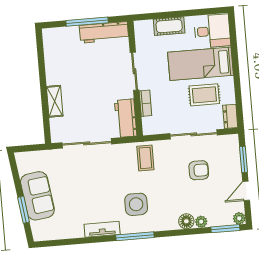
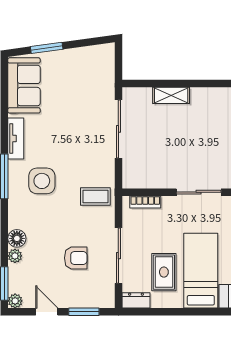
bookcase: (145, 103) -> (145, 202), moved
workbench: (126, 118) -> (144, 177), removed
armchair: (199, 170) -> (76, 258), turned -90
sofa: (37, 196) -> (24, 85), moved, turned -82

